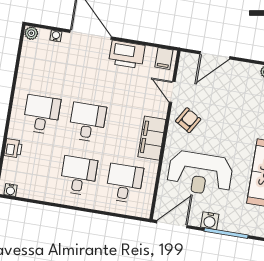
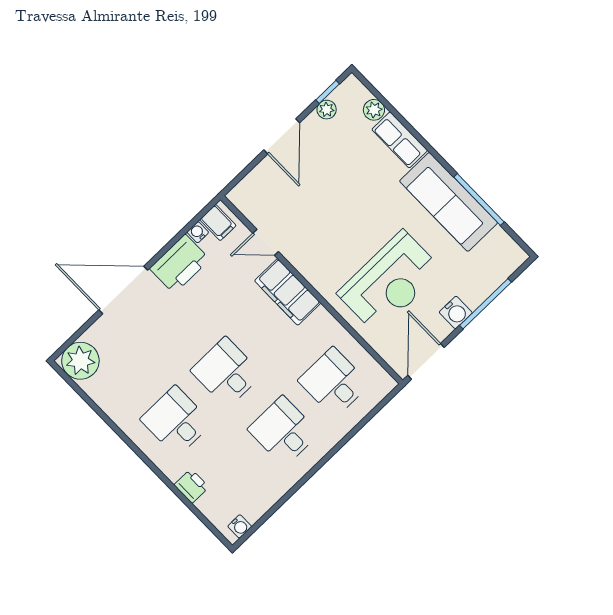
plant: (31, 33) -> (80, 361), width x1.87, depth x1.87
water cooler: (56, 36) -> (198, 232), moved
door: (215, 55) -> (282, 136), moved
armchair: (188, 120) -> (314, 248), removed
filing cabinet: (152, 138) -> (288, 292), moved

